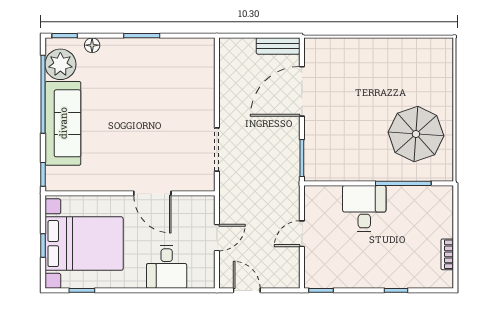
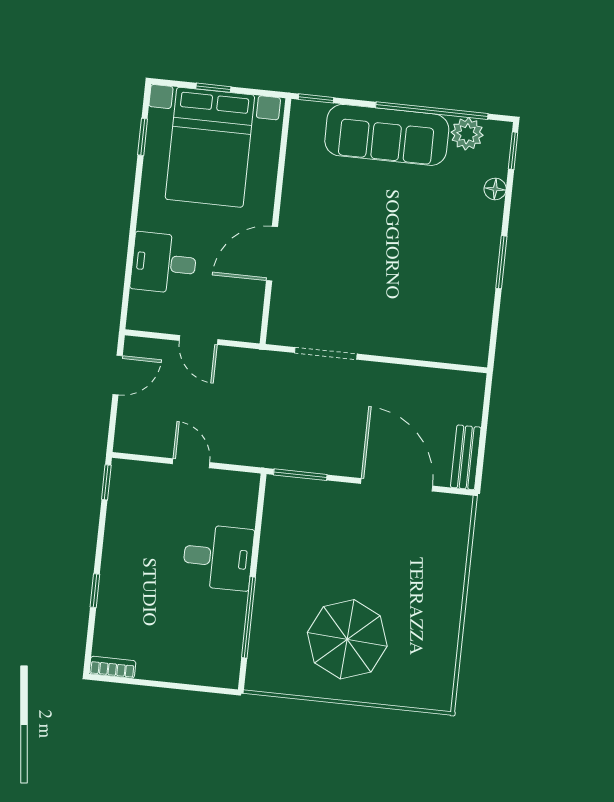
plant: (60, 64) -> (467, 134), width x0.73, depth x0.73
parasol: (416, 134) -> (347, 639), moved
bookcase: (447, 254) -> (113, 667), moved

